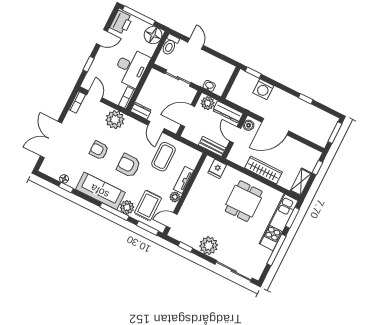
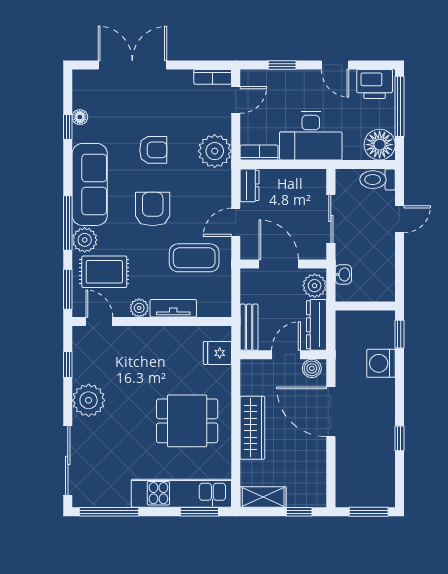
armchair: (99, 150) -> (153, 150), turned 90
window: (276, 250) -> (109, 512), moved

